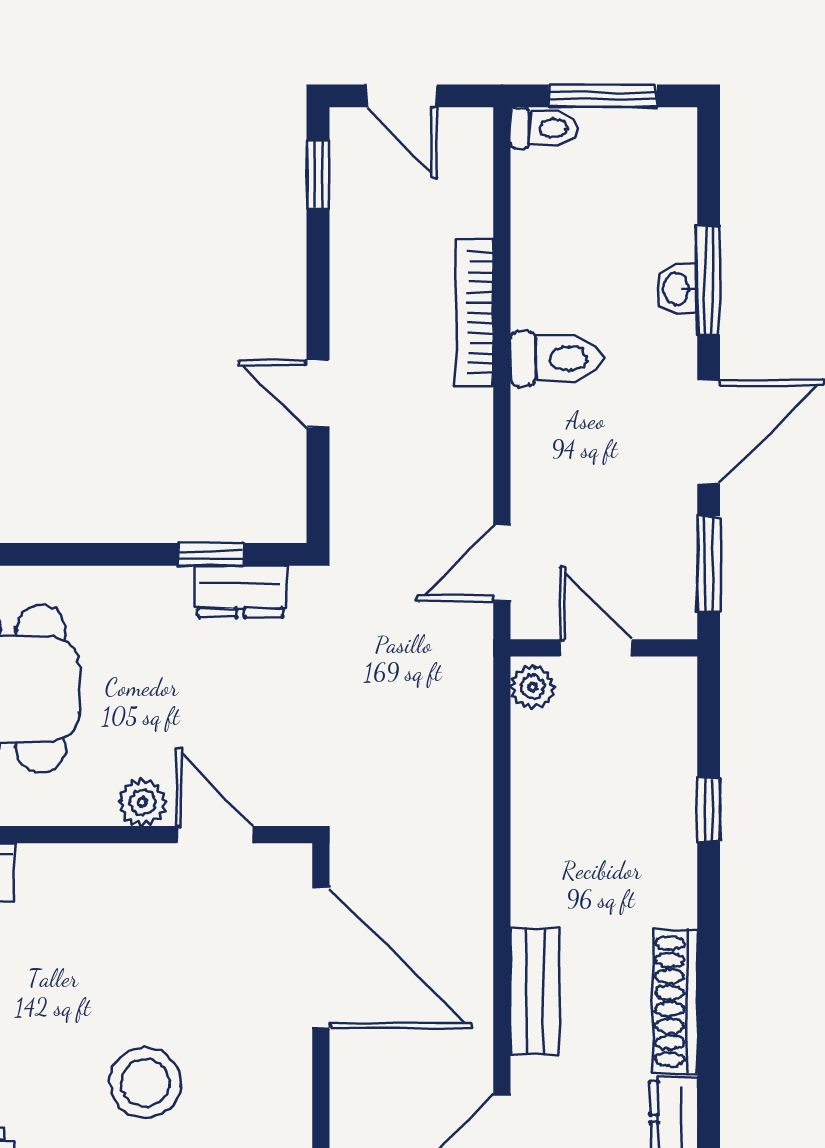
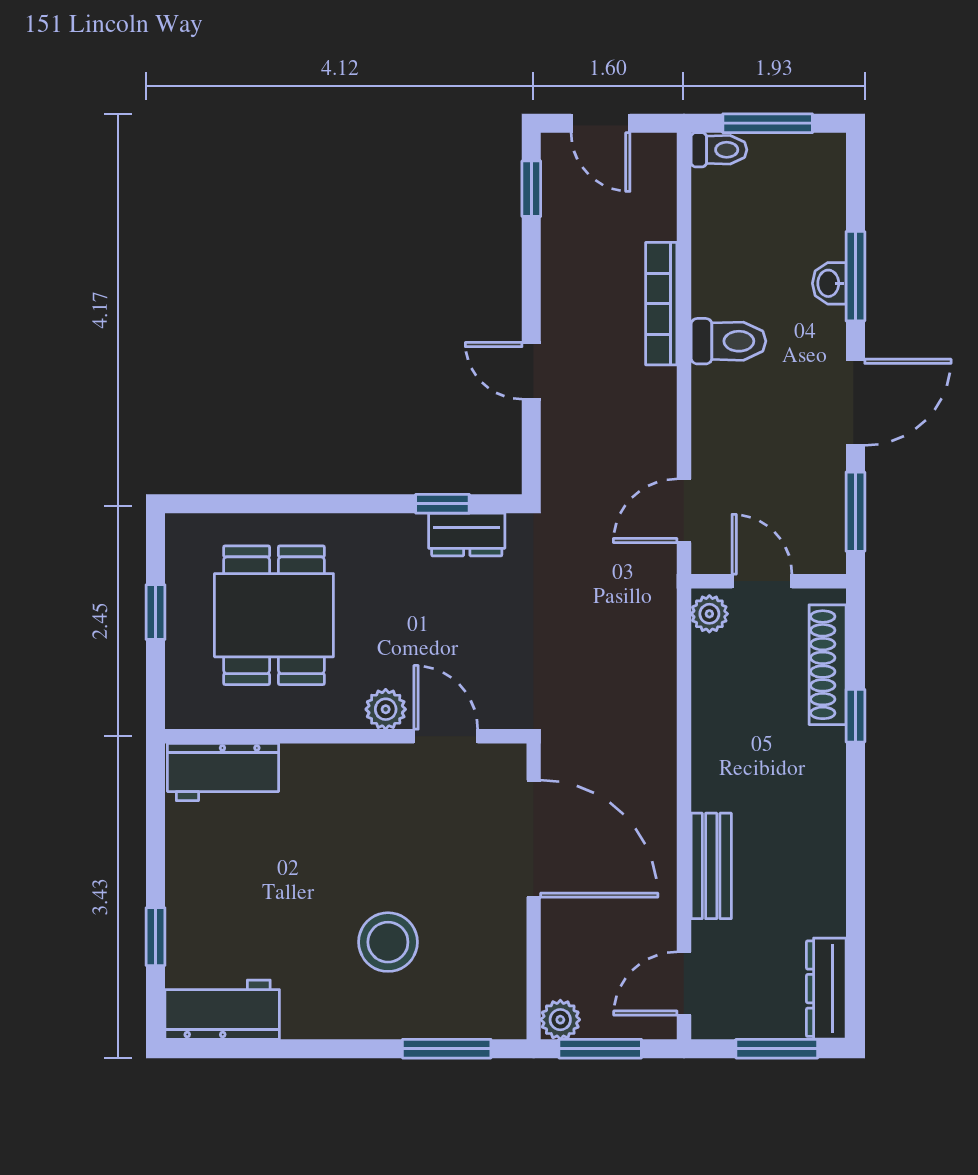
shoe rack: (675, 1001) -> (828, 665), moved

